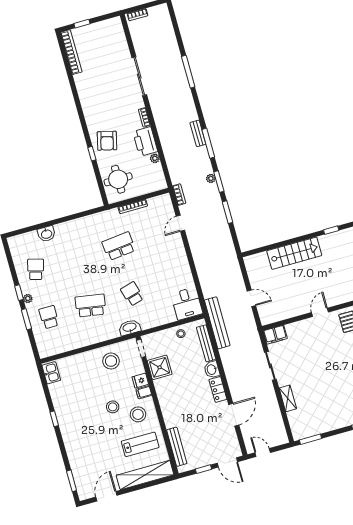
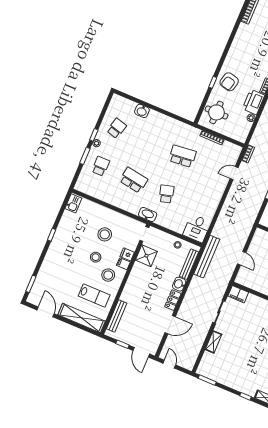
stool: (111, 361) -> (105, 234), moved
door: (106, 496) -> (46, 312), hinge flipped

